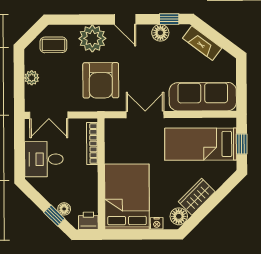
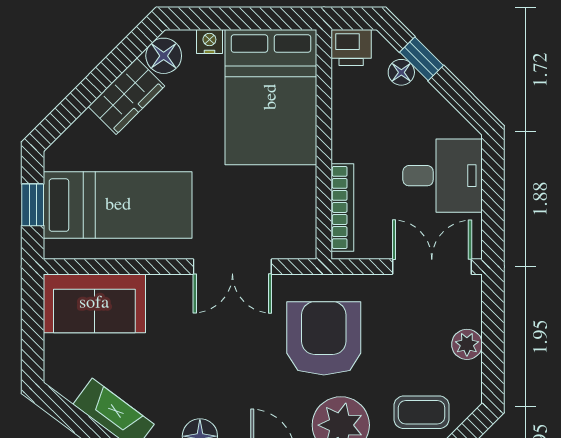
sofa: (203, 97) -> (94, 303), width x0.73

